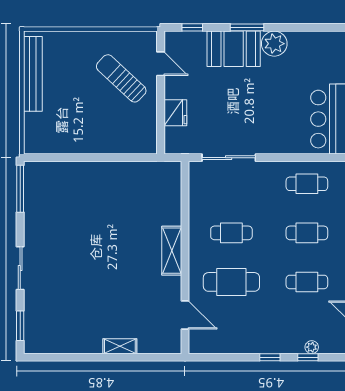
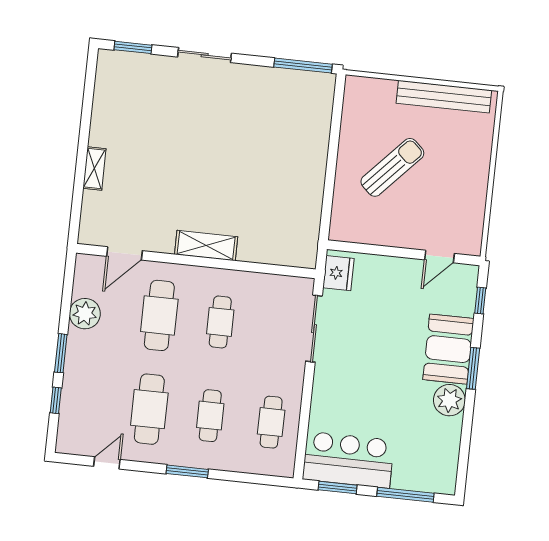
sun lounger: (121, 78) -> (392, 167), moved
fridge: (175, 113) -> (338, 273), moved, turned -90
cafe table: (307, 282) -> (149, 409), width x1.37, depth x1.35
plant: (312, 347) -> (85, 314), moved, width x1.88, depth x1.88
window: (270, 357) -> (61, 353), width x1.50

